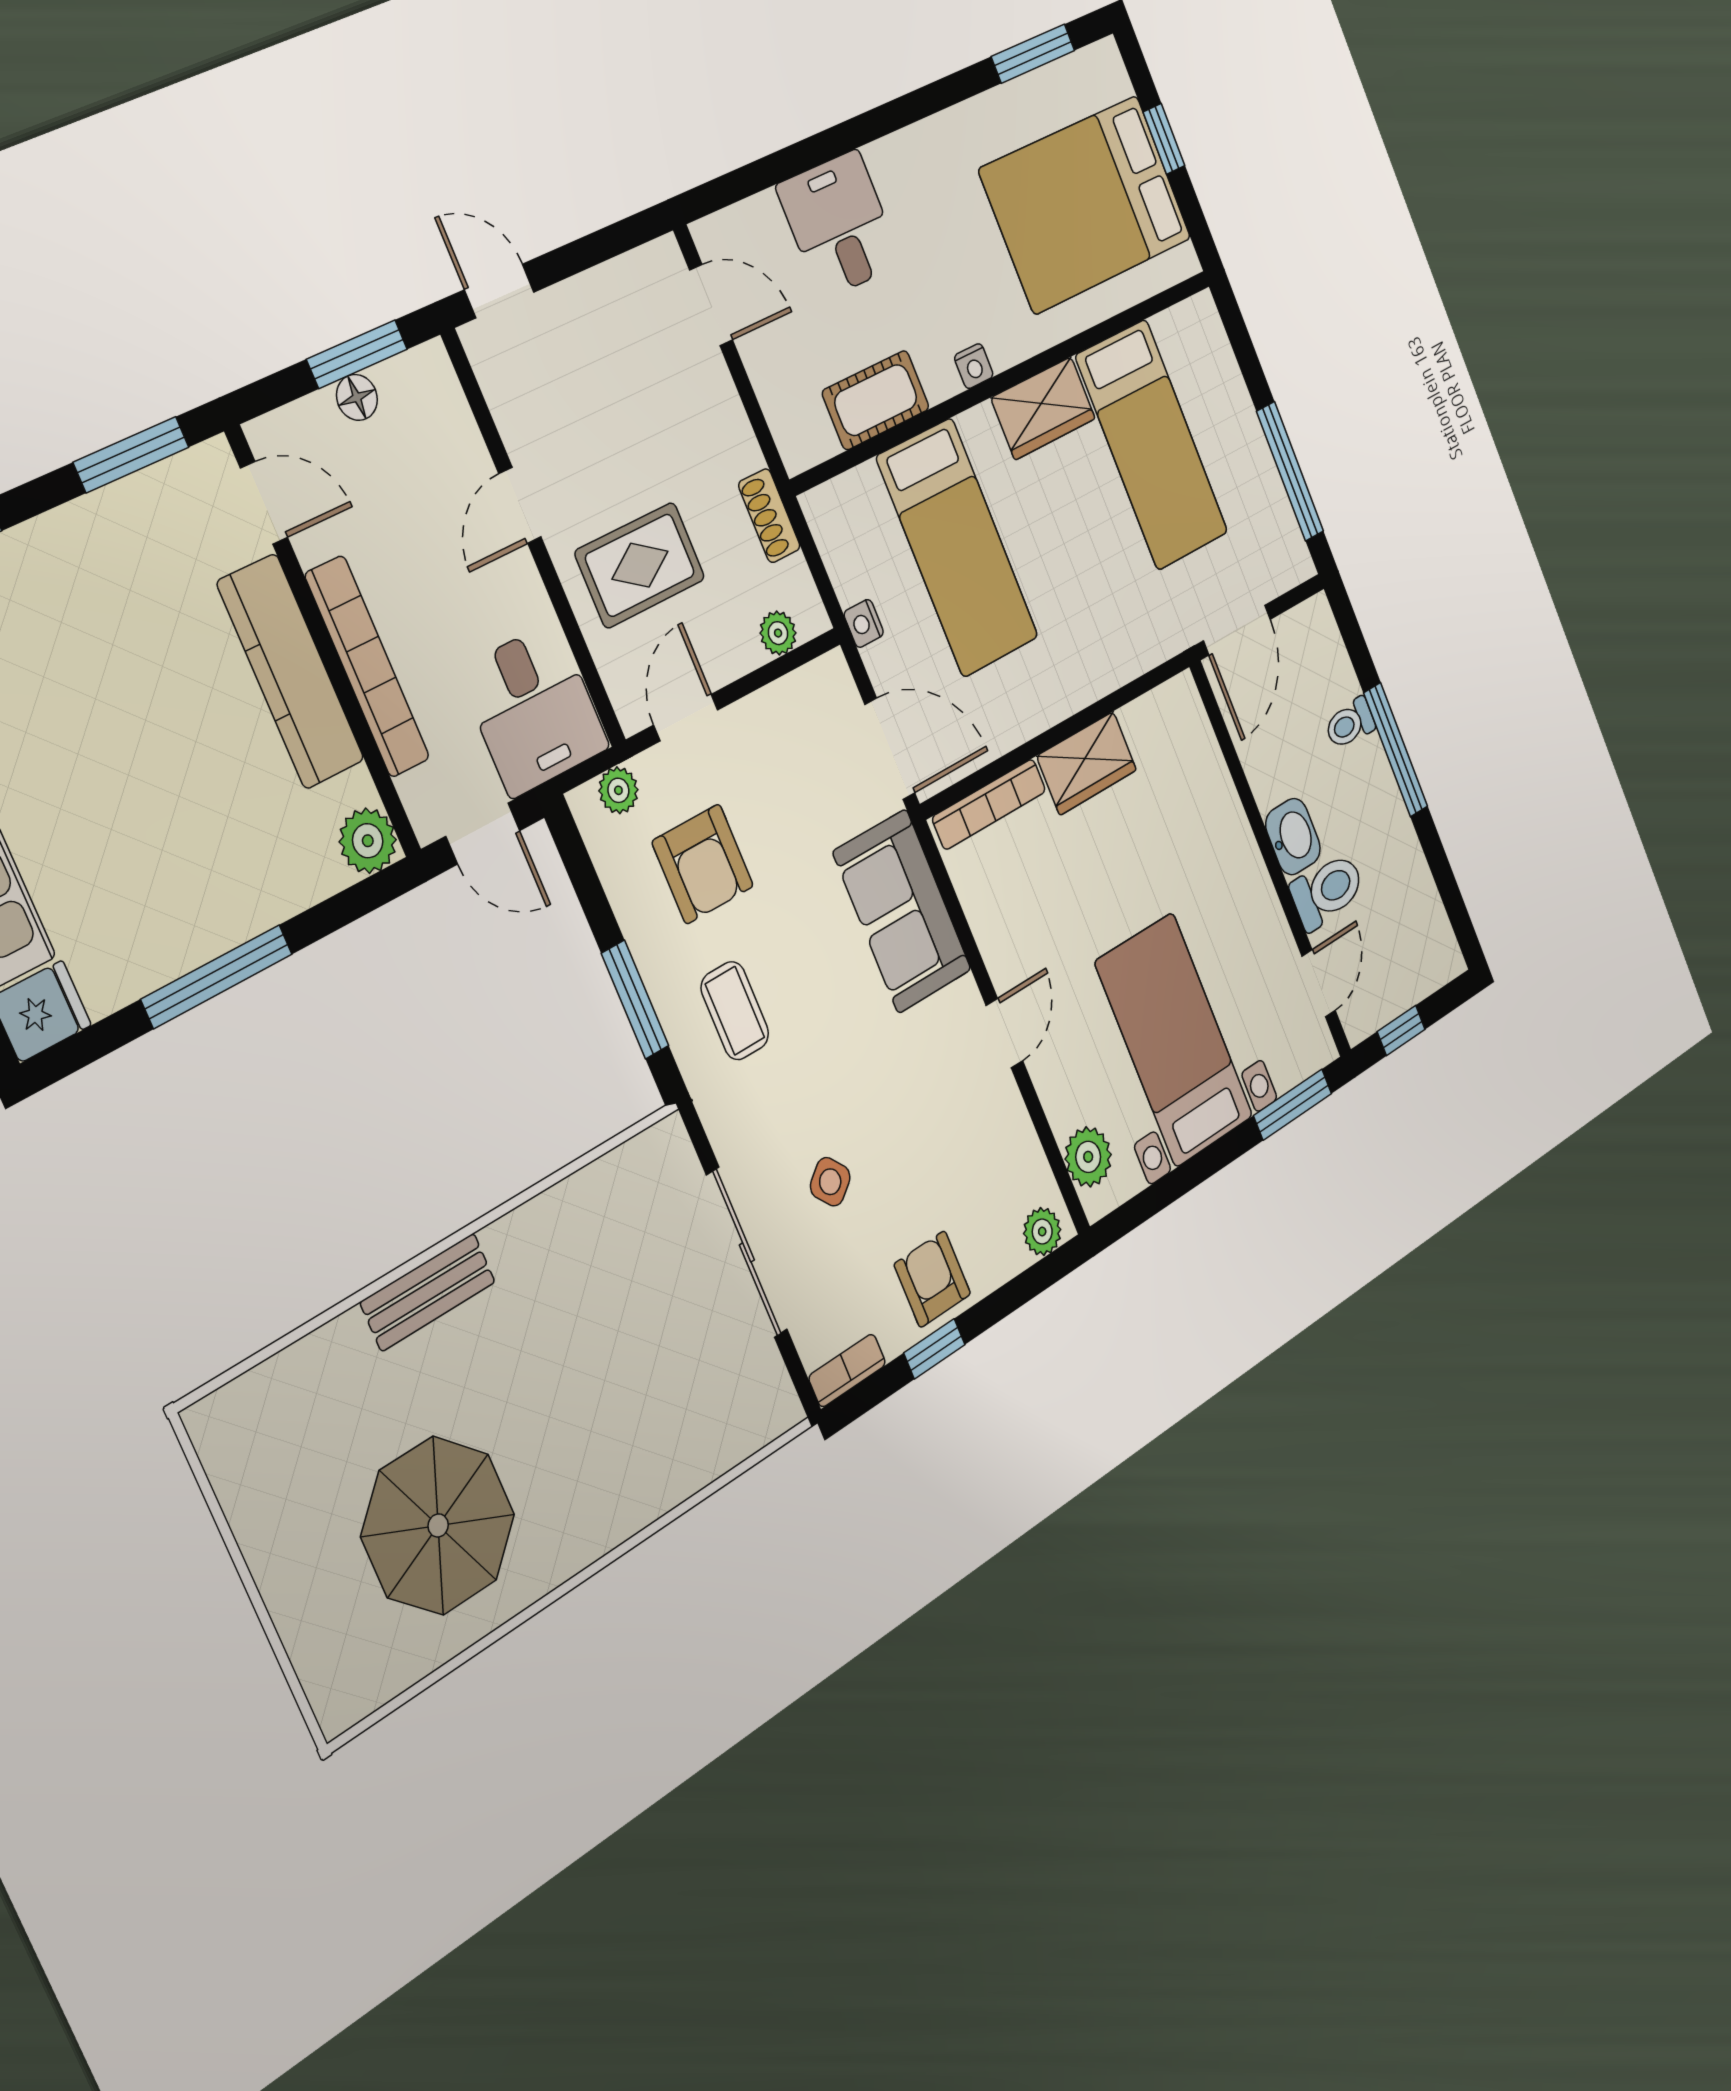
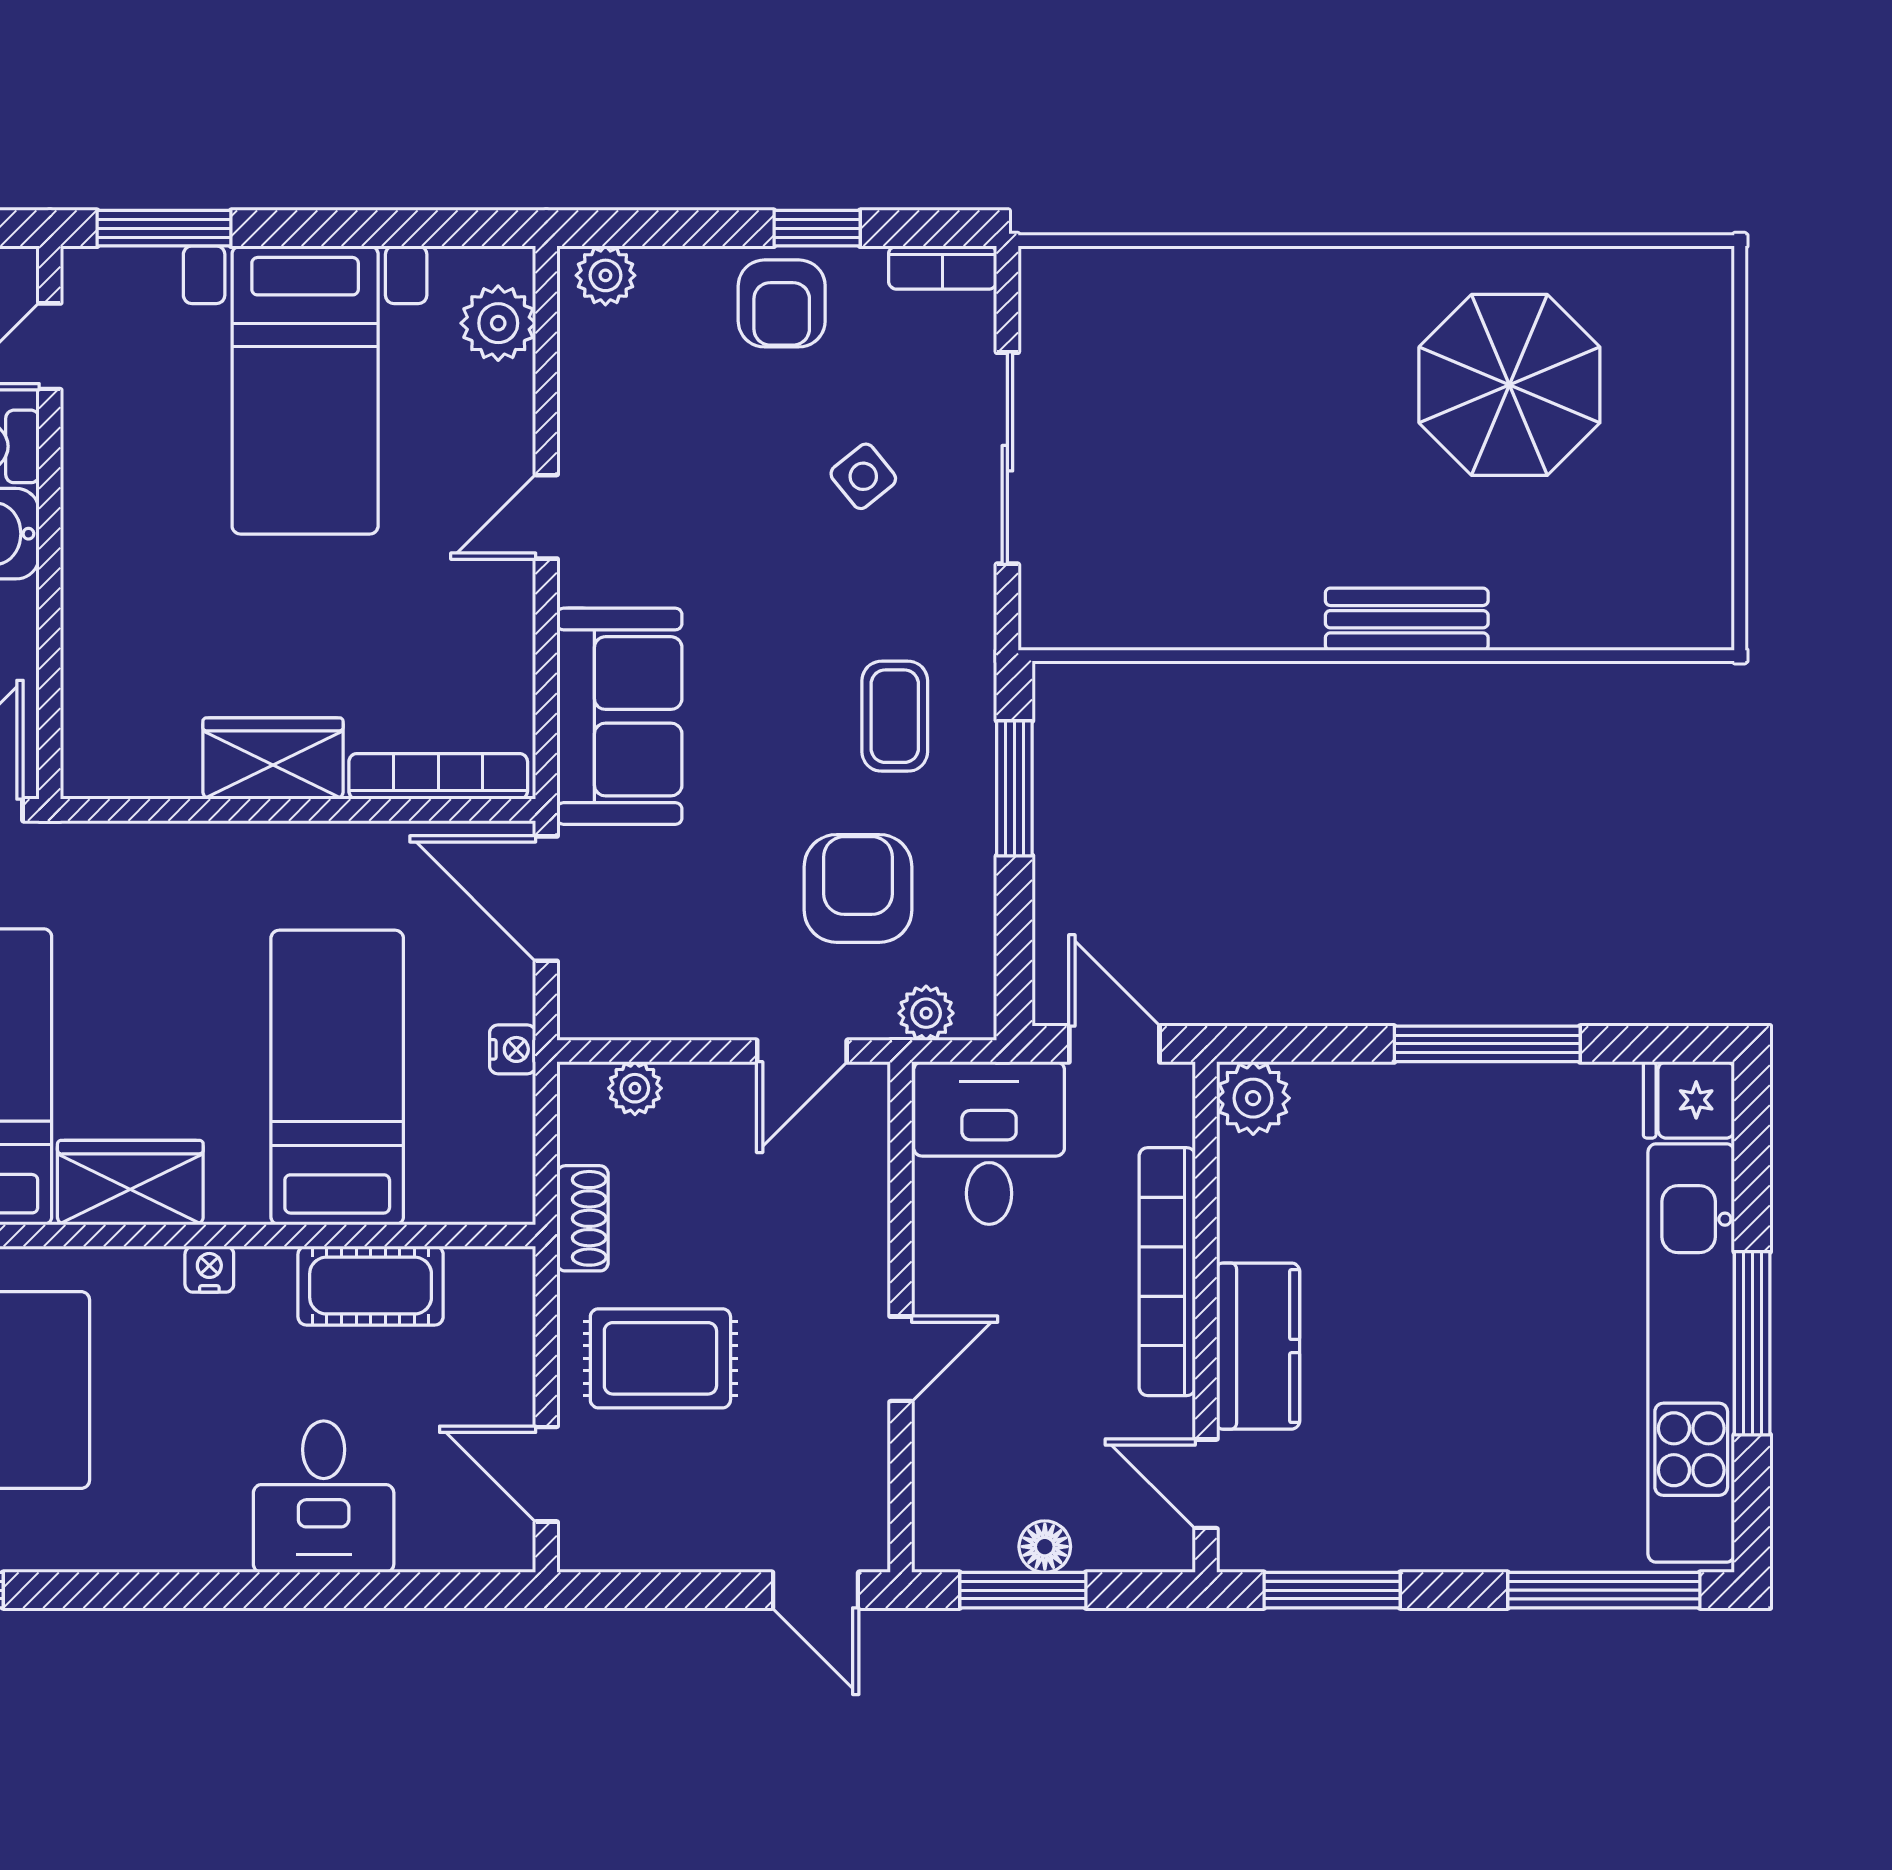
rug: (640, 565) -> (660, 1358), moved
kitchen counter: (291, 671) -> (1258, 1346), width x0.67

